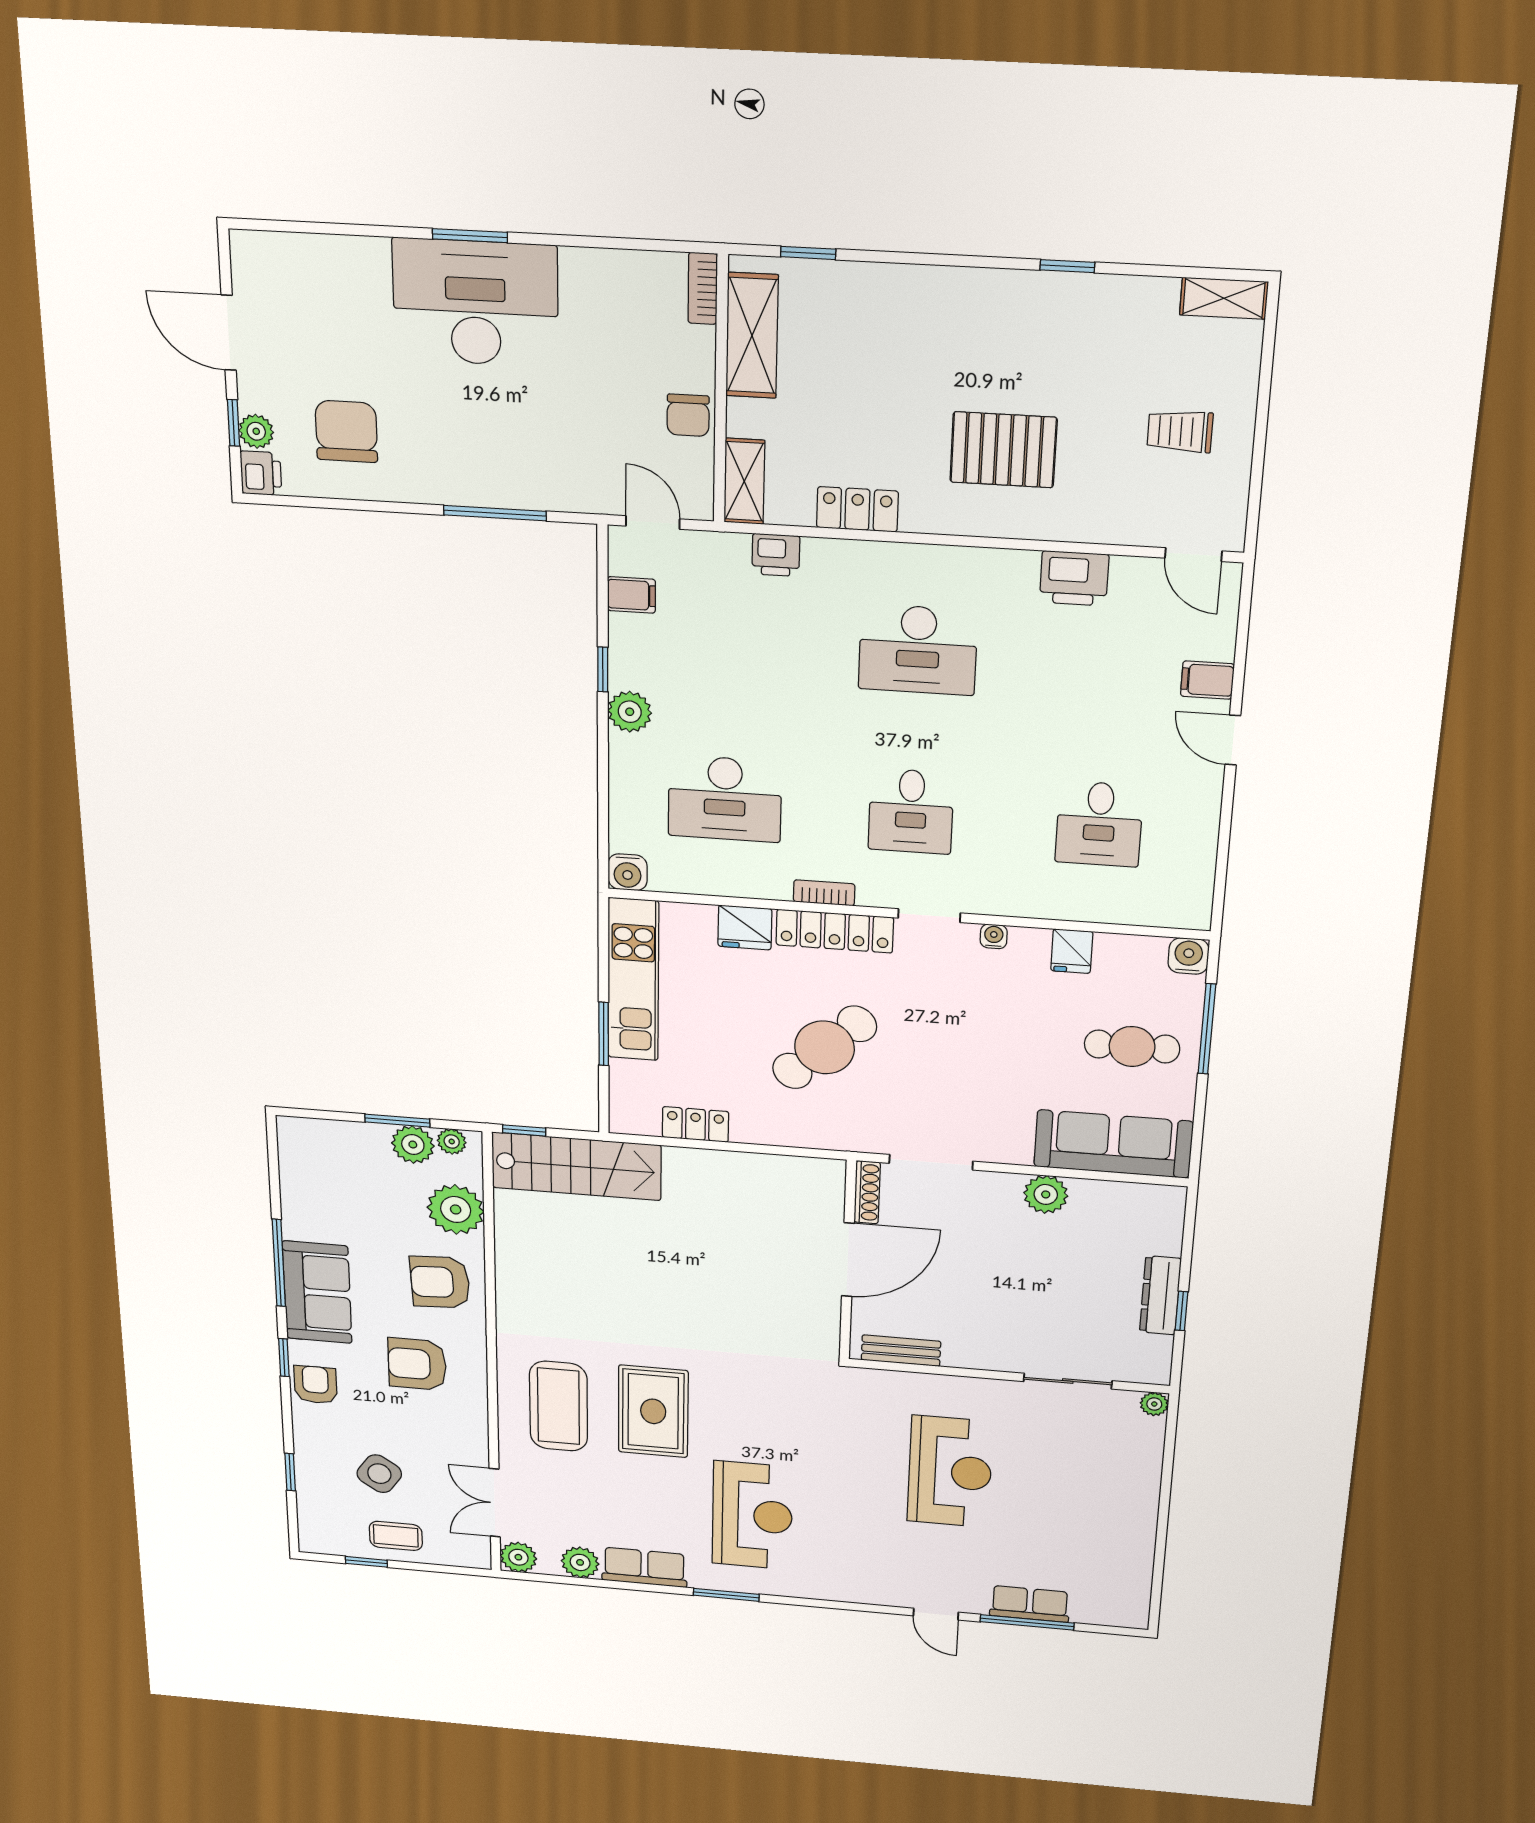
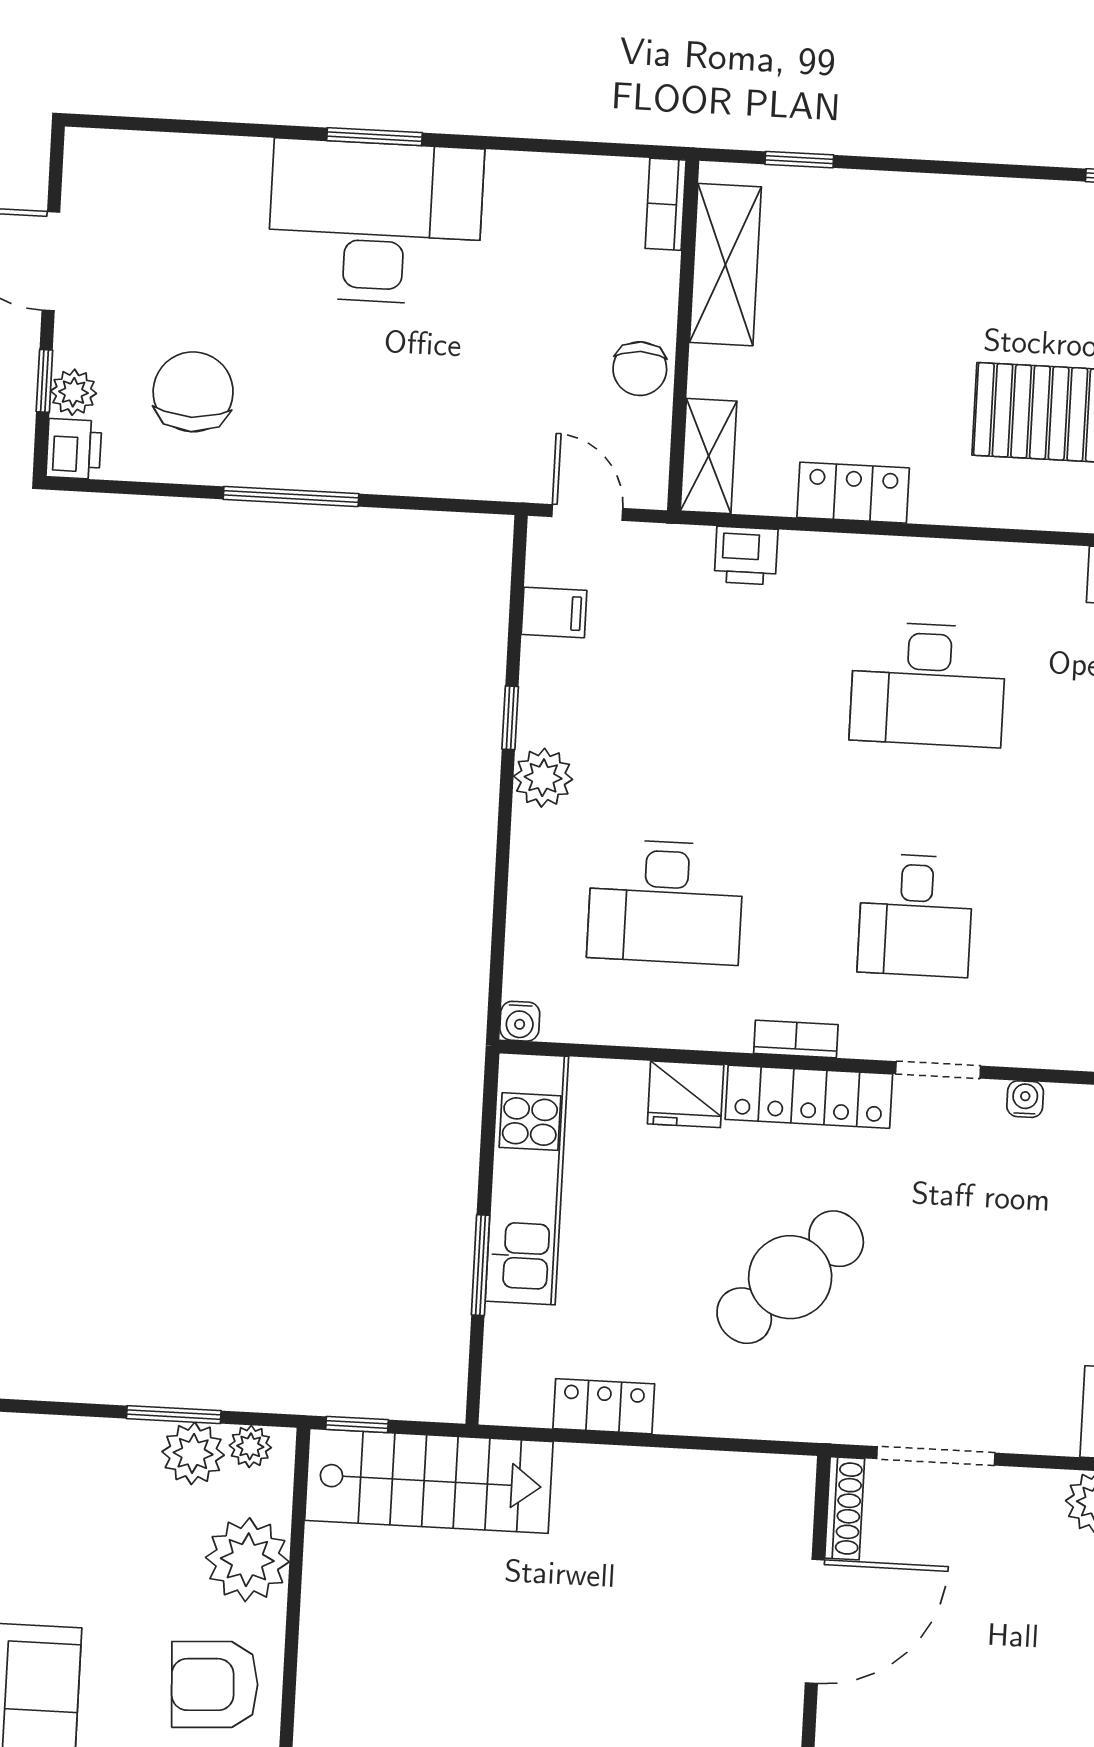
window: (495, 513) -> (291, 496), moved
water cooler: (628, 872) -> (520, 1021), width x0.72, depth x0.72

